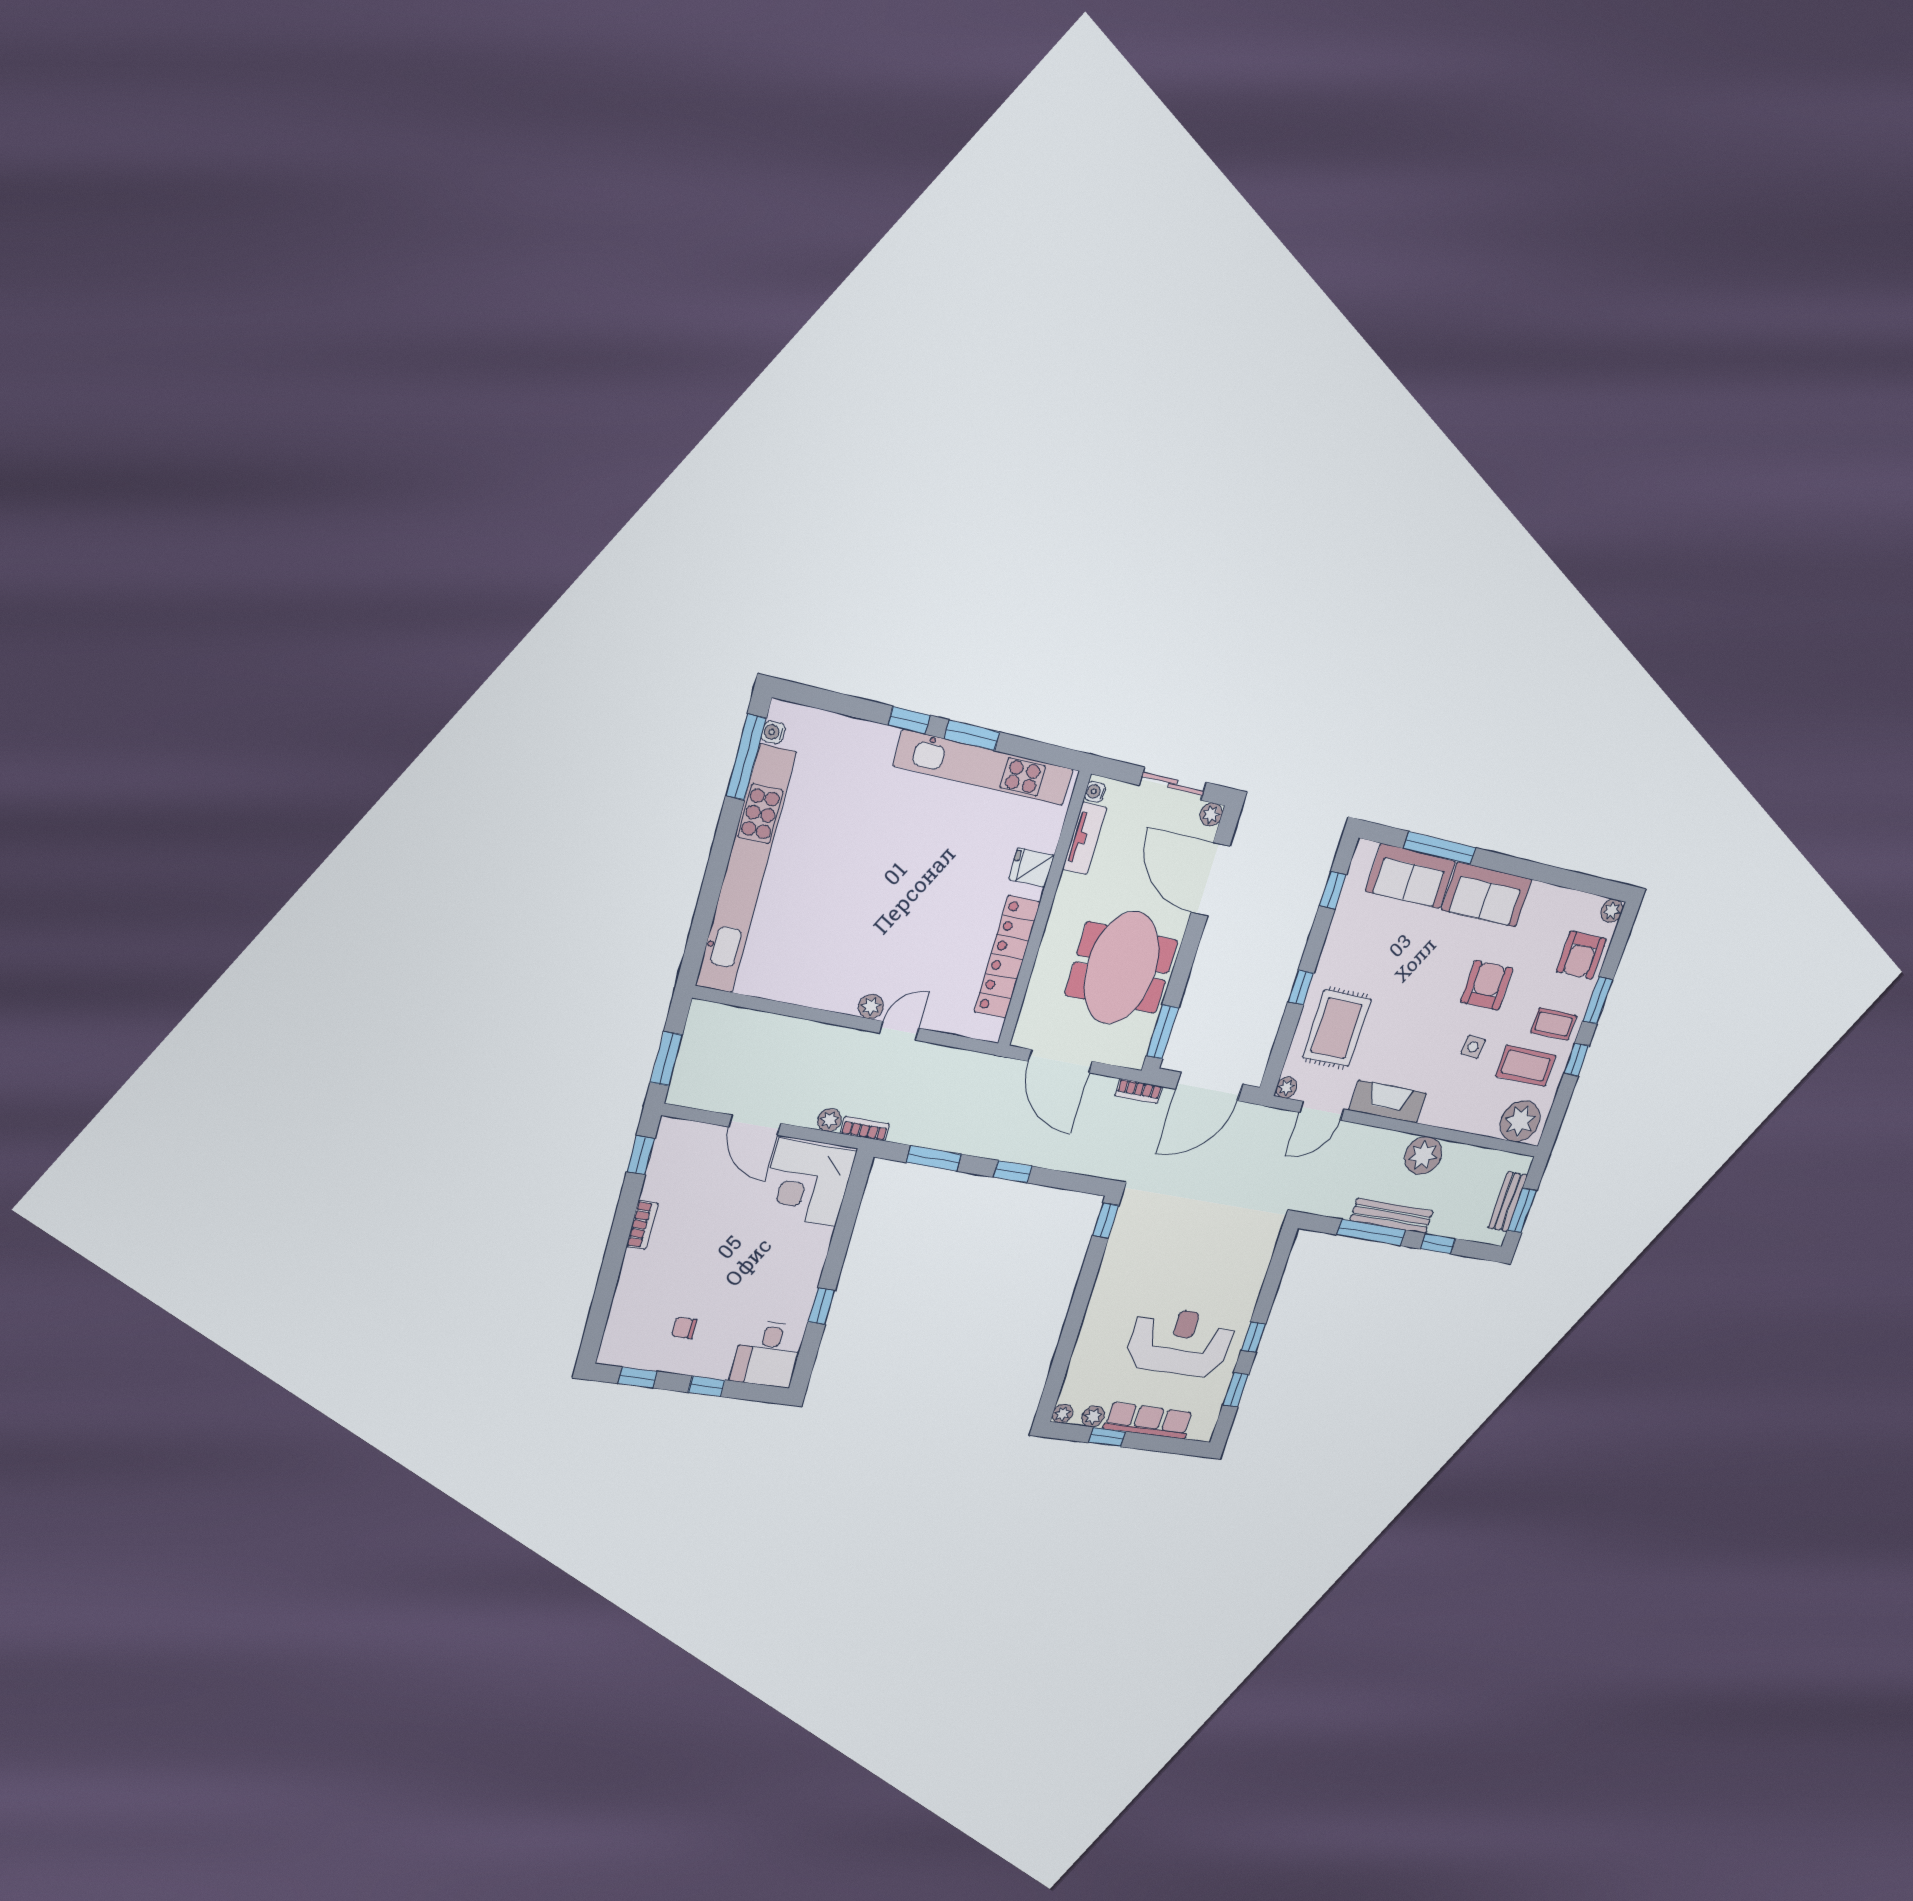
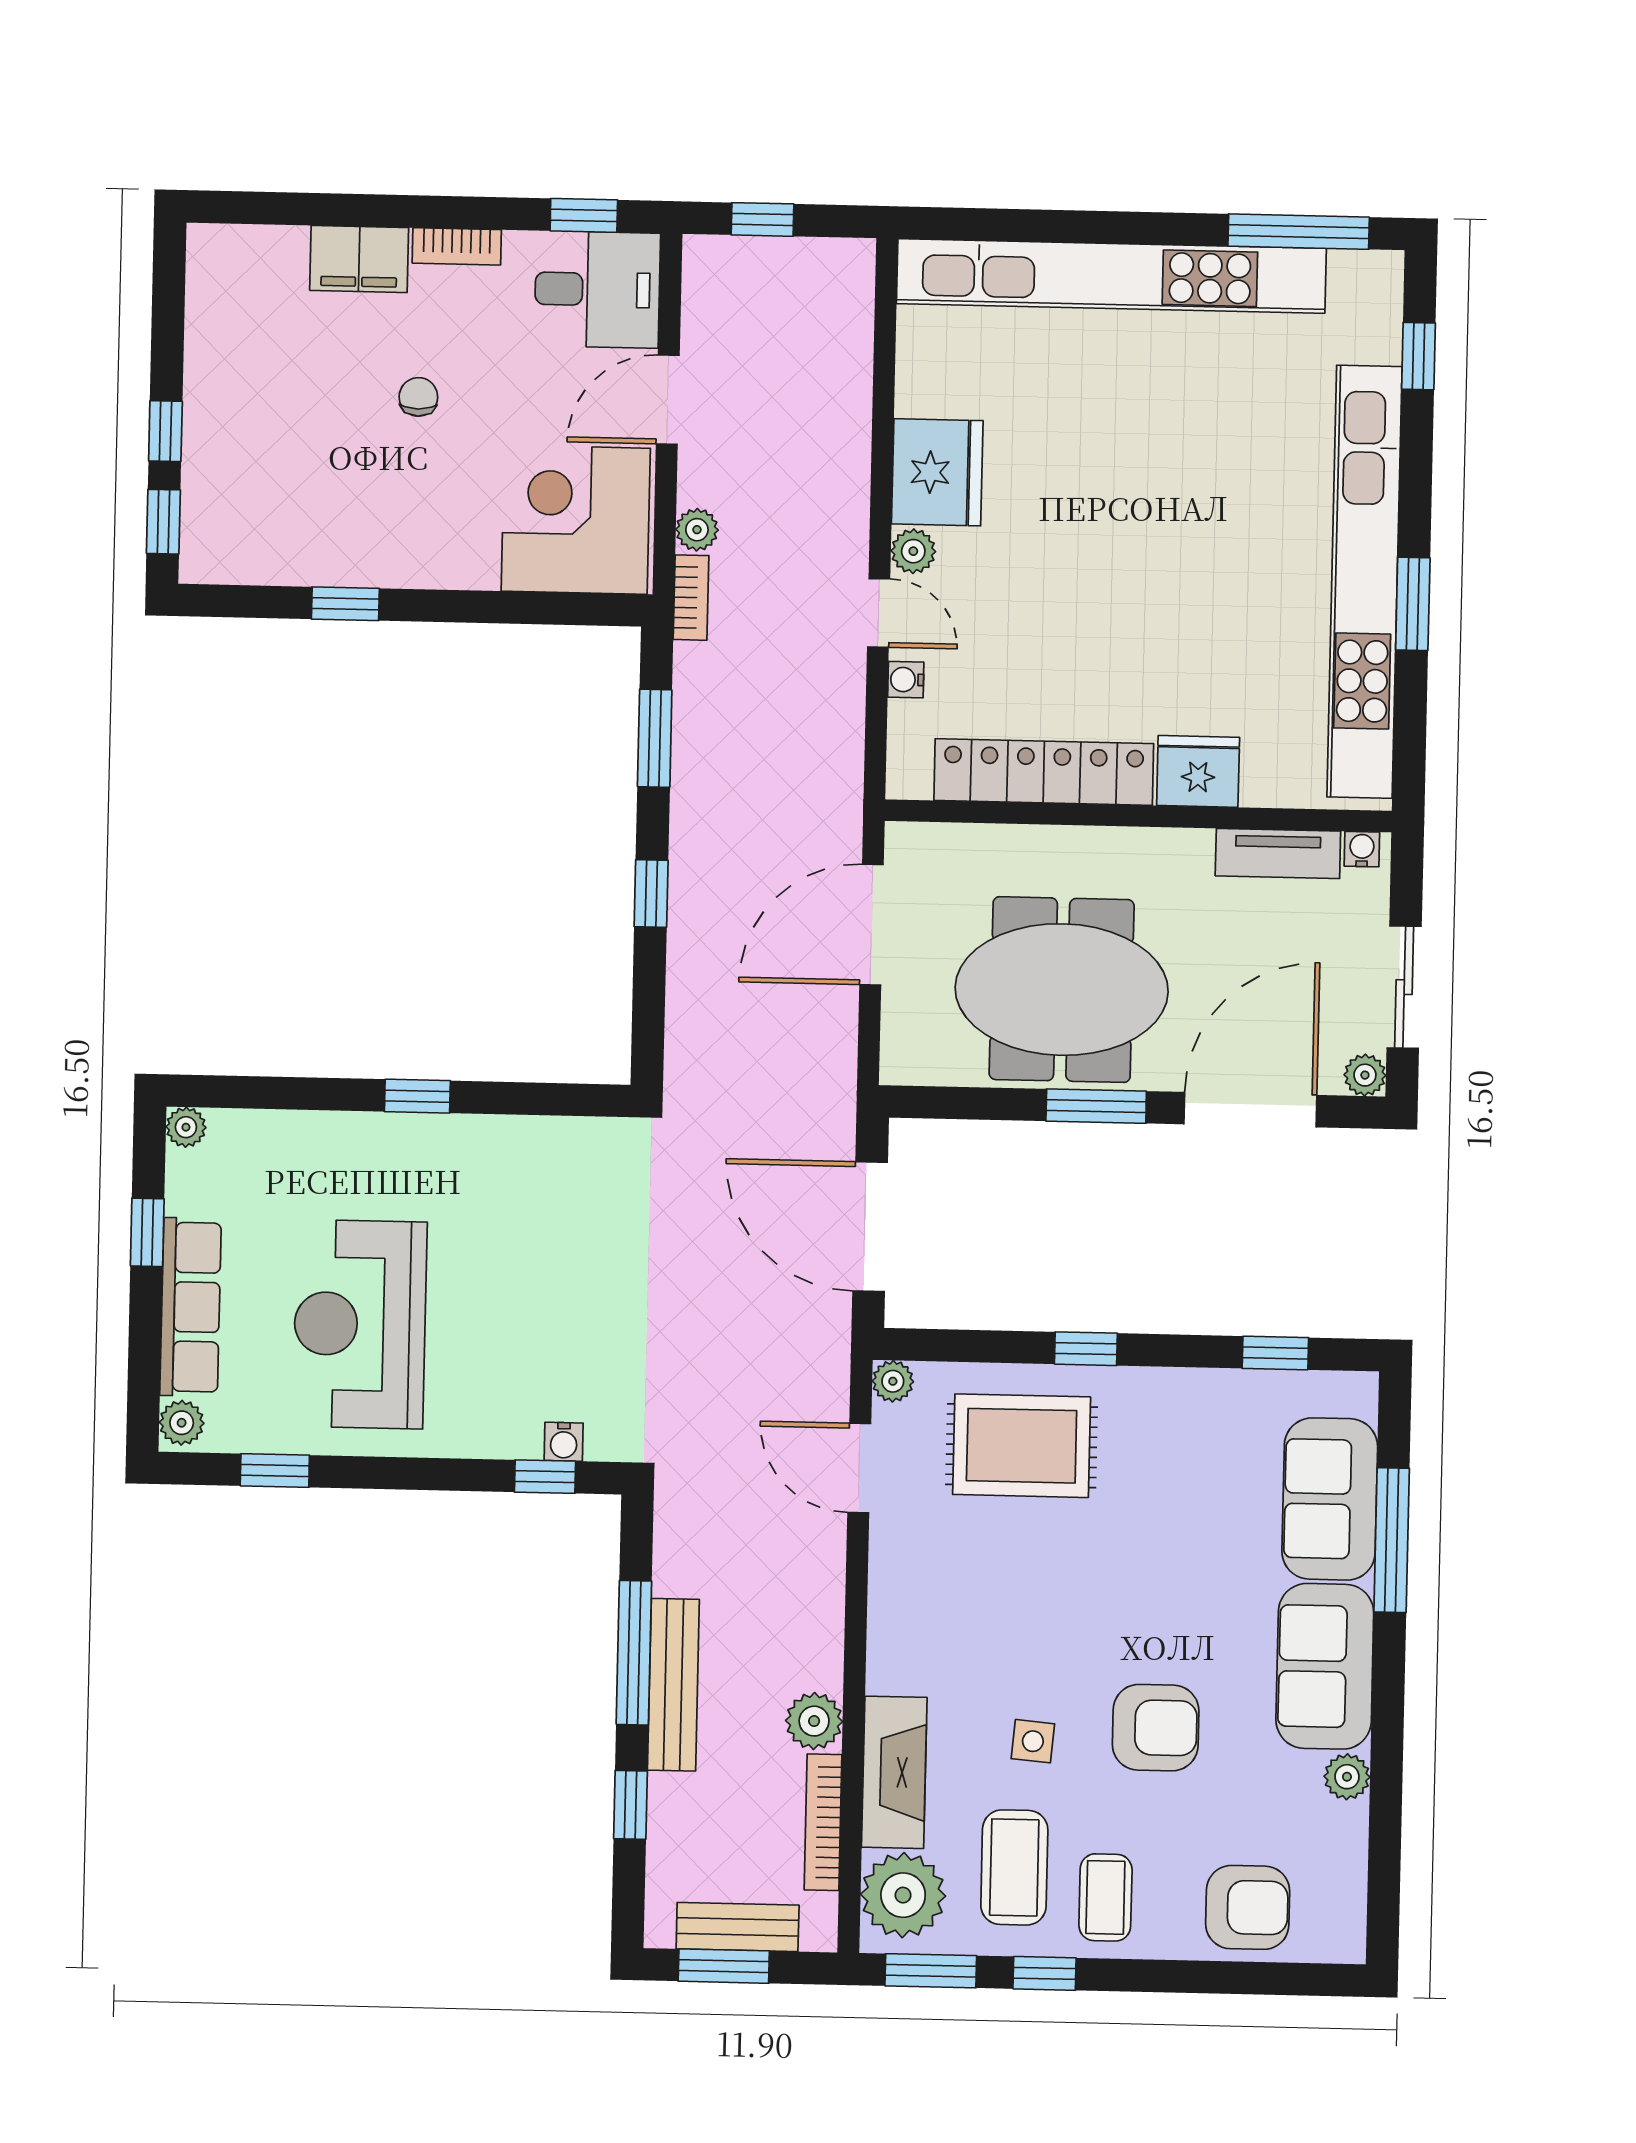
window: (909, 720) -> (1418, 356), moved
water cooler: (773, 732) -> (906, 680), moved, turned -90
kitchen unit: (984, 768) -> (1364, 582), width x1.36
fridge: (1031, 867) -> (1198, 771), width x1.38
plant: (1612, 911) -> (1347, 1777), moved
armchair: (1581, 955) -> (1248, 1907), turned 180
fridge: (831, 986) -> (937, 472), added
window: (1598, 1000) -> (931, 1971), moved
window: (1162, 1032) -> (1096, 1106), moved
window: (666, 1059) -> (762, 219), width x0.67
bookcase: (1139, 1091) -> (823, 1822), moved, width x1.56
fireplace: (1388, 1102) -> (894, 1772), moved
plant: (1423, 1155) -> (814, 1721), width x0.73, depth x0.73
window: (1106, 1220) -> (417, 1096), moved
water cooler: (1265, 1252) -> (564, 1442), added
filing cabinet: (637, 1277) -> (359, 259), added
chair: (684, 1328) -> (418, 397), moved
window: (1253, 1337) -> (545, 1477), moved
reception desk: (1180, 1342) -> (360, 1324), turned 180
desk: (768, 1354) -> (597, 289), moved, turned 180
window: (638, 1377) -> (163, 522), moved
plant: (1093, 1416) -> (182, 1423), moved

